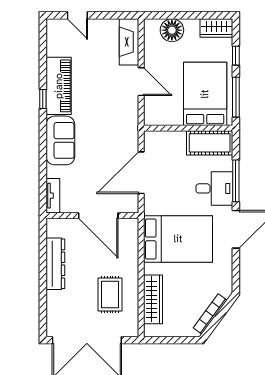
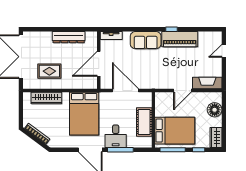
cot: (210, 143) -> (144, 122), moved

